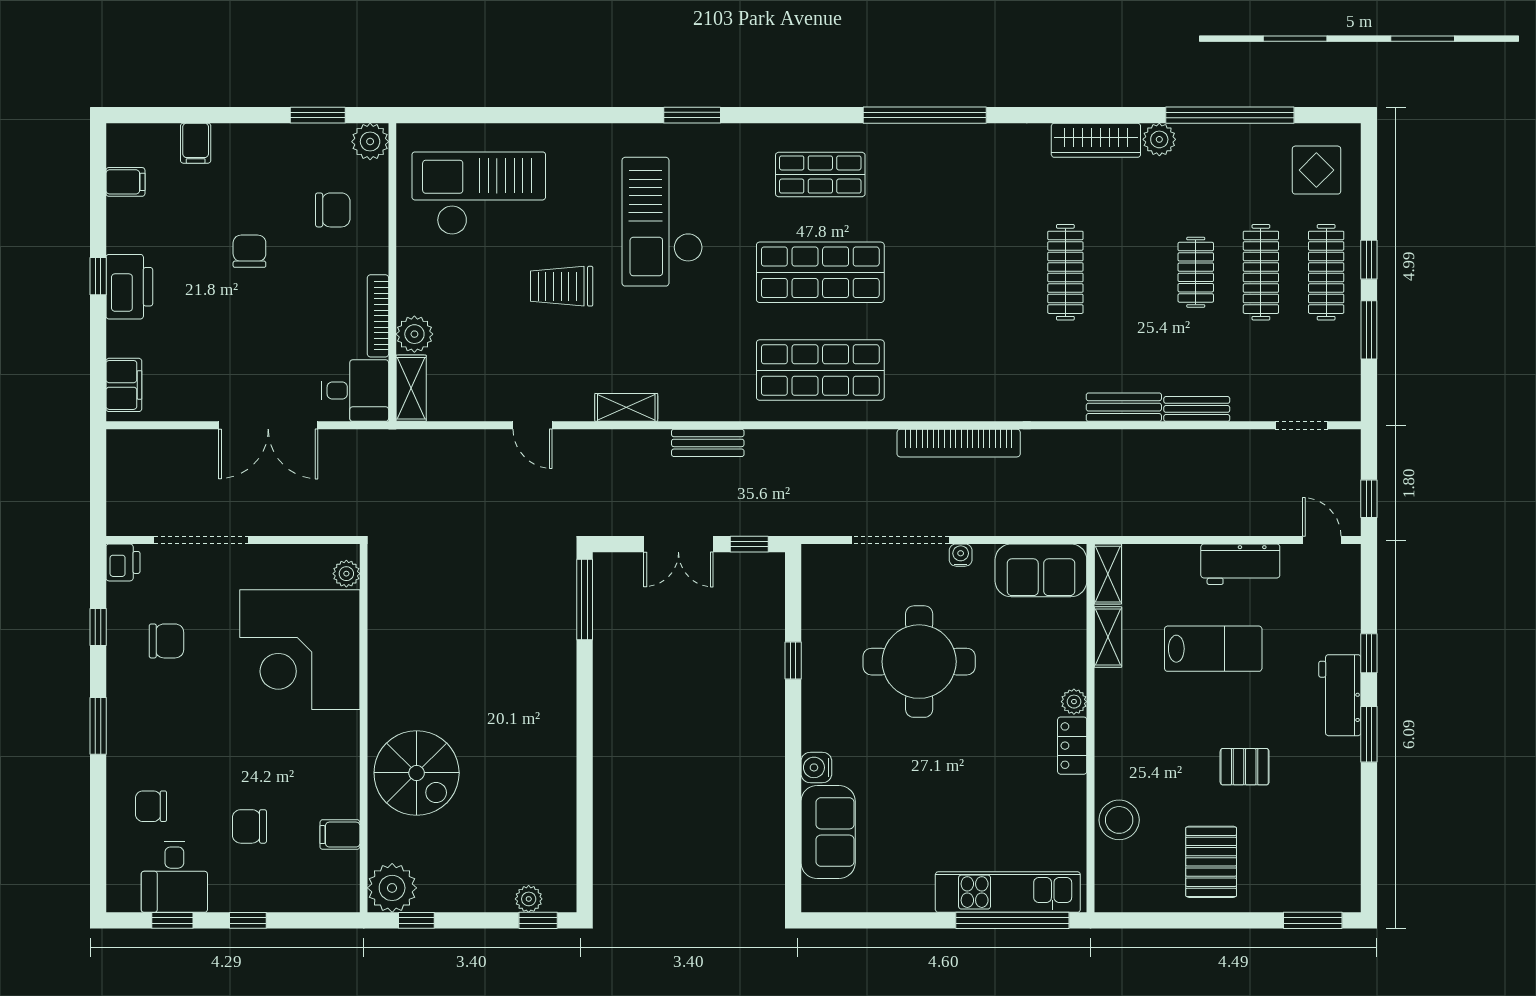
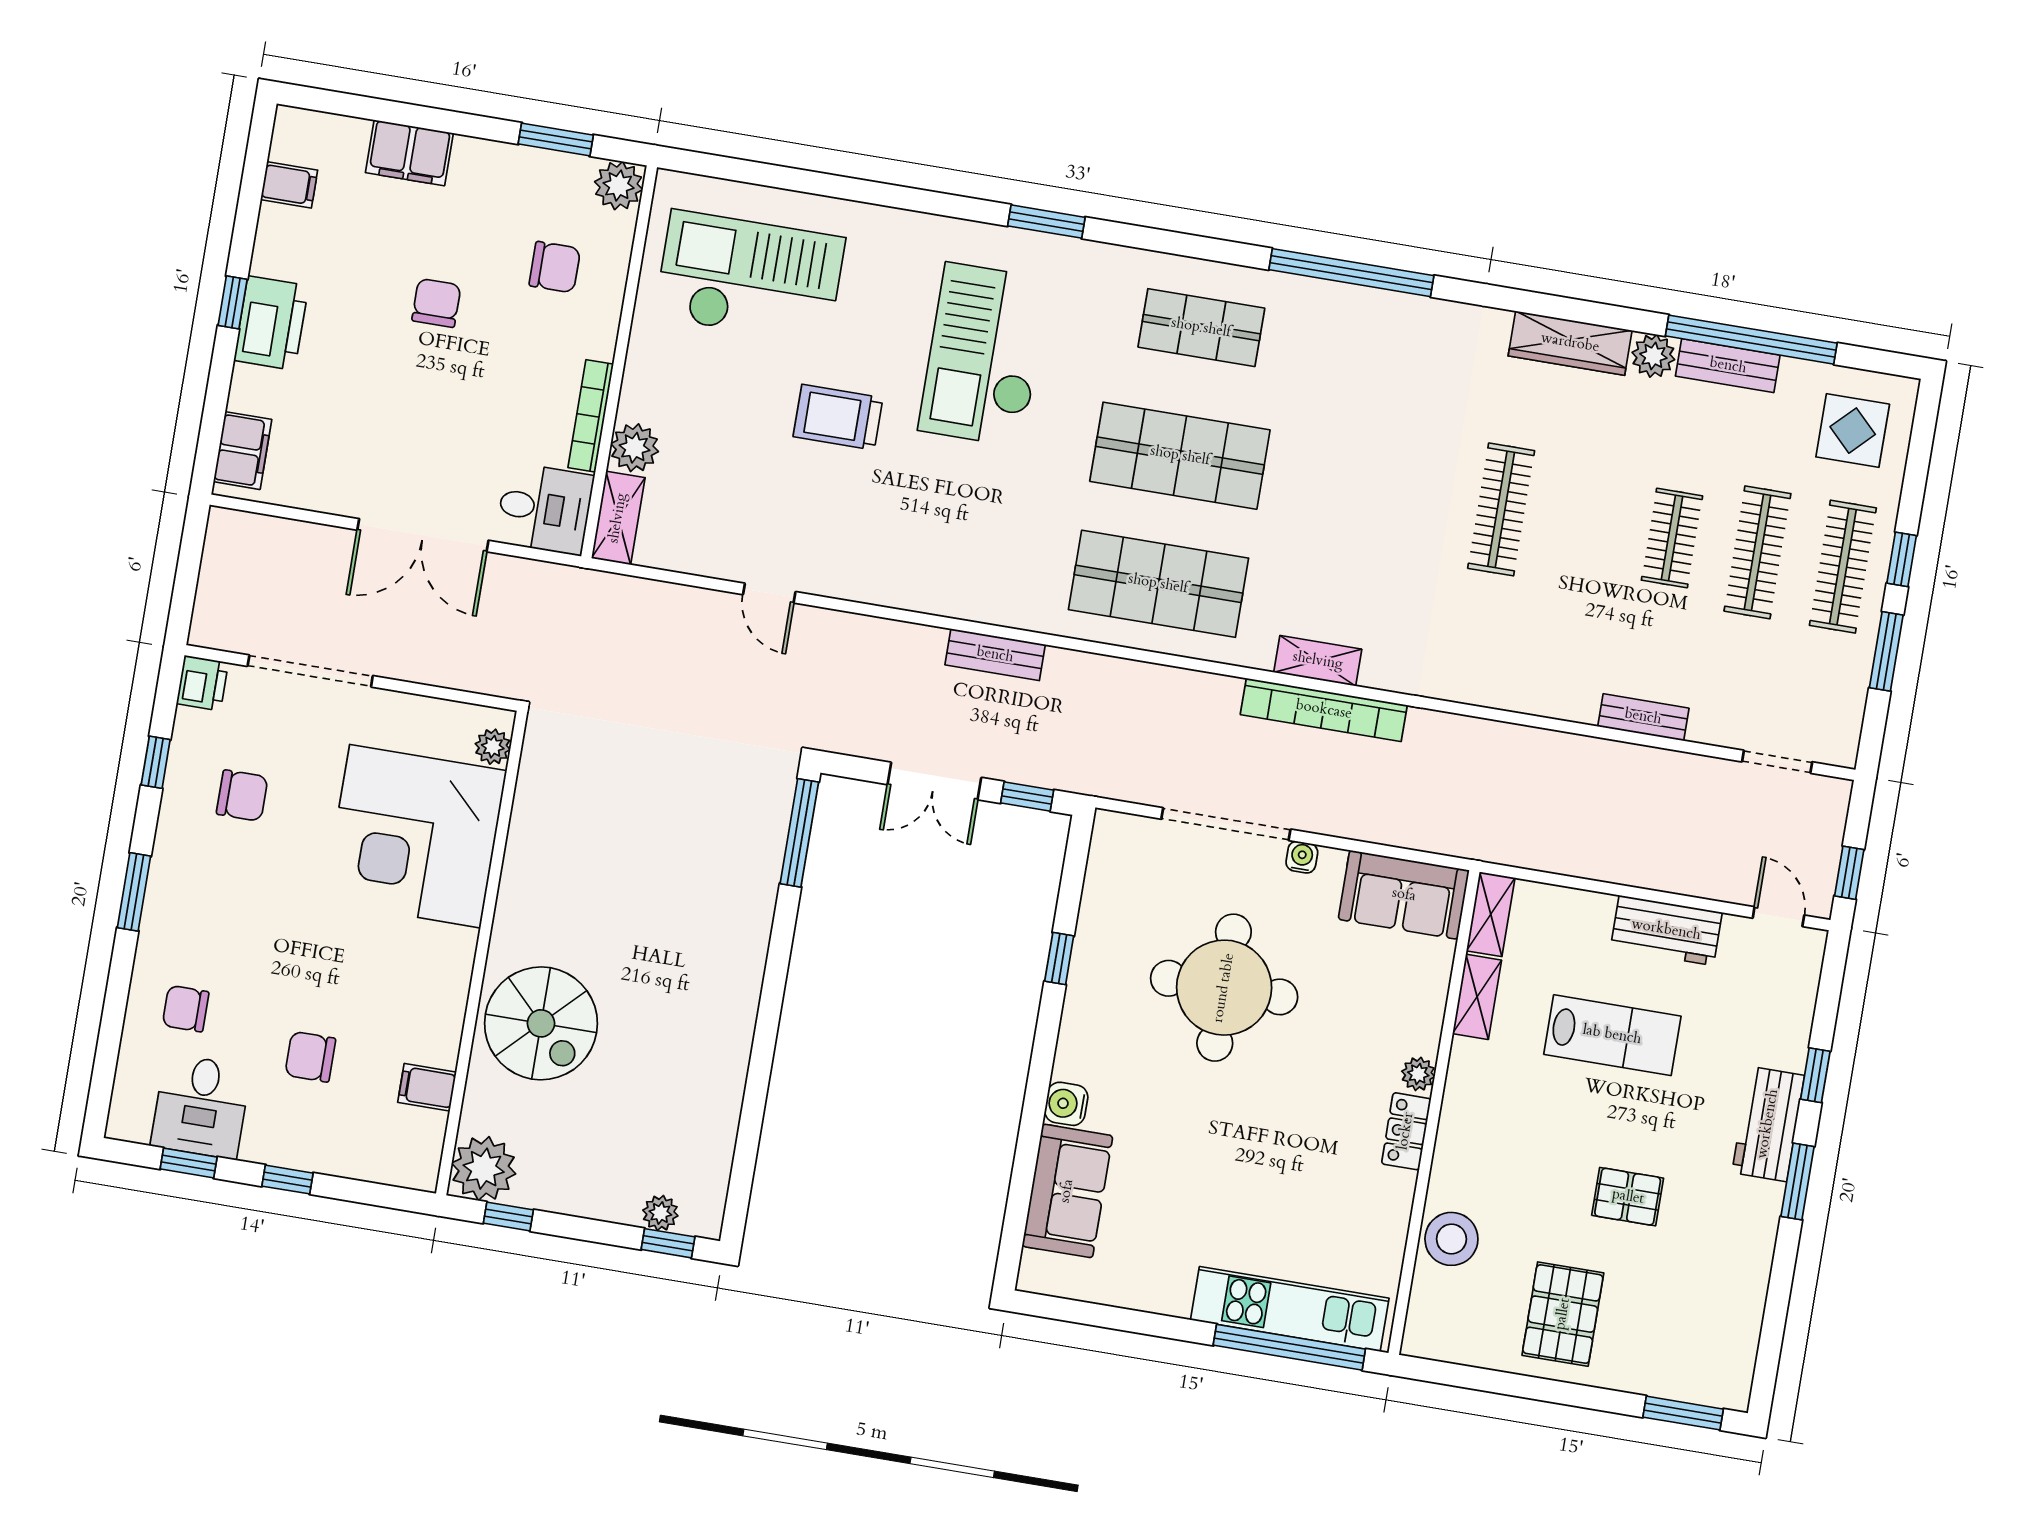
filing cabinet: (196, 143) -> (409, 153), width x2.00
shelving: (626, 407) -> (1318, 661), moved
bench: (1124, 407) -> (1728, 366), moved

